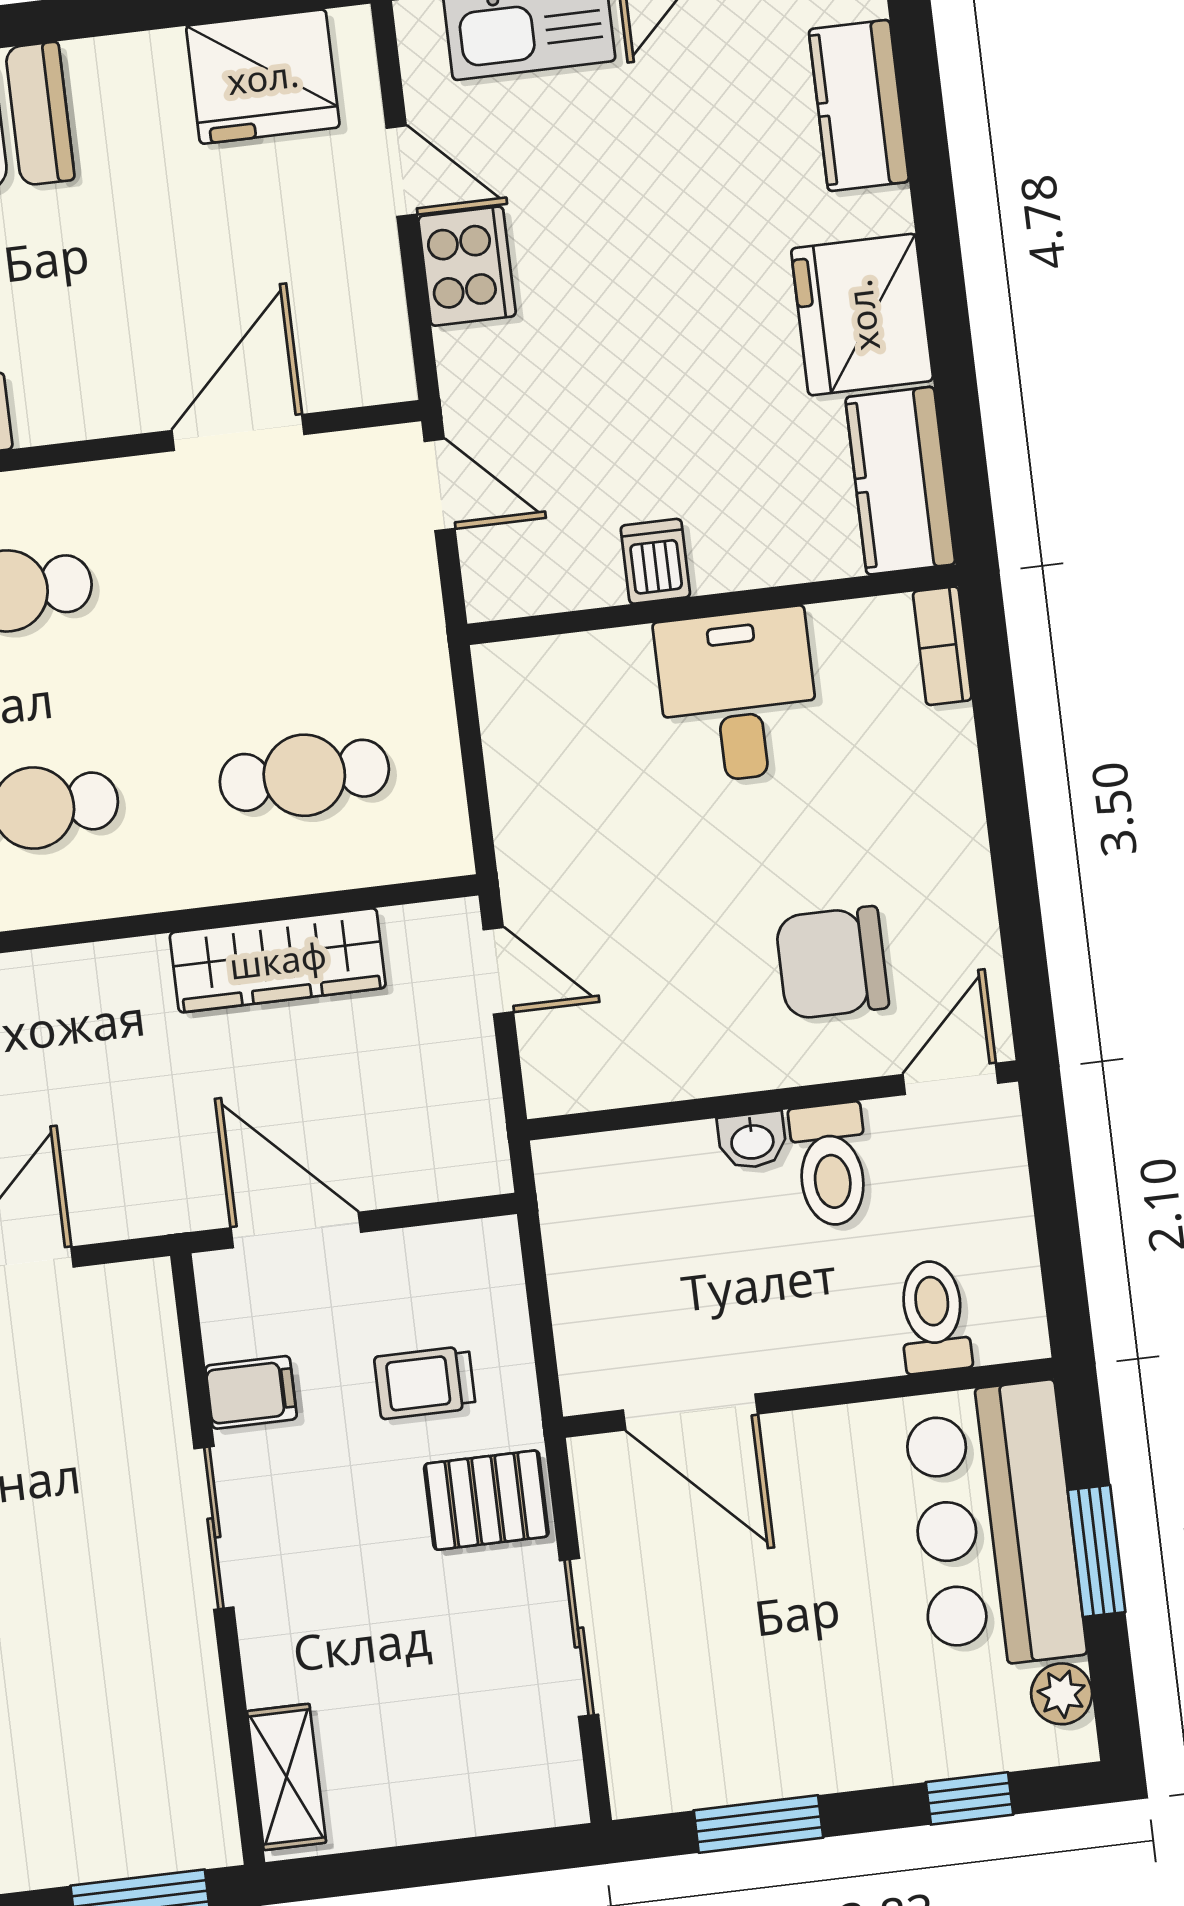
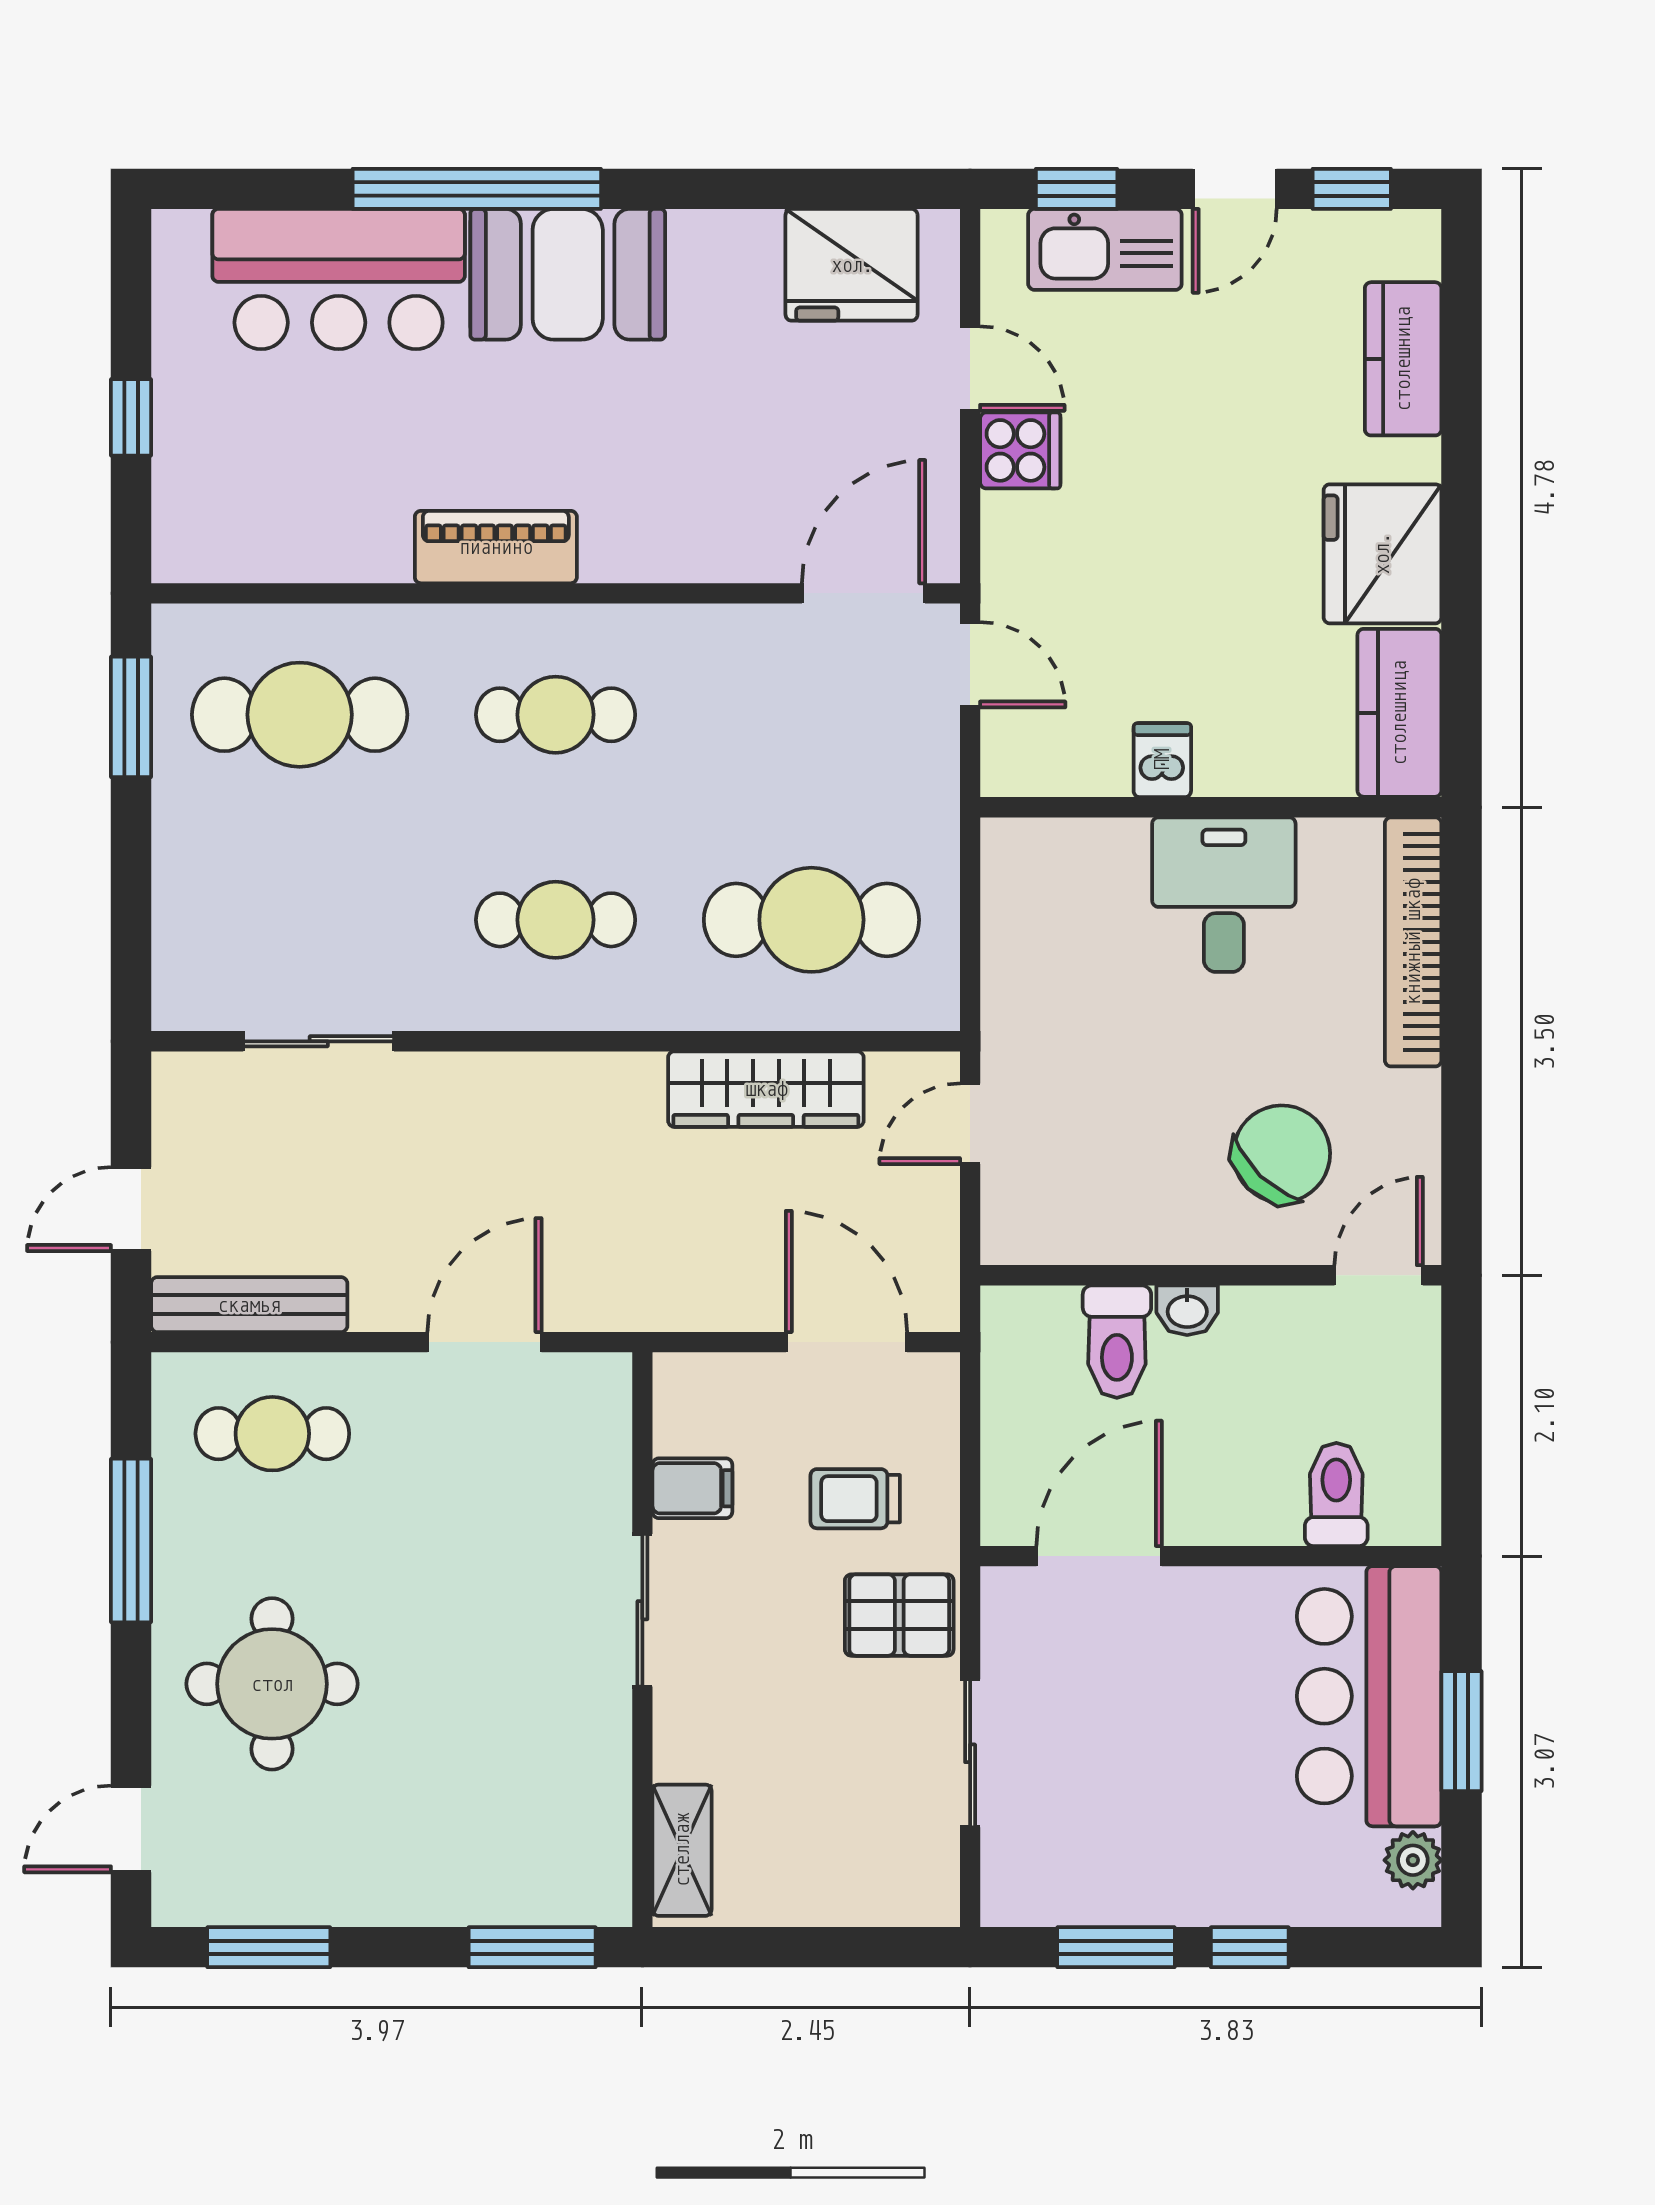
cooker: (467, 266) -> (1020, 450), width x0.73
door: (238, 433) -> (864, 593), moved
bookcase: (942, 646) -> (1413, 942), width x2.31, depth x1.31
cafe table: (304, 775) -> (811, 920), width x1.37, depth x1.35
chair: (832, 963) -> (1282, 1154), turned 134
door: (498, 971) -> (970, 1124), swing flipped
toilet: (831, 1165) -> (1117, 1342), moved
door: (296, 1230) -> (846, 1342), moved
door: (690, 1412) -> (1099, 1556), swing flipped
window: (969, 1798) -> (1250, 1947), moved

